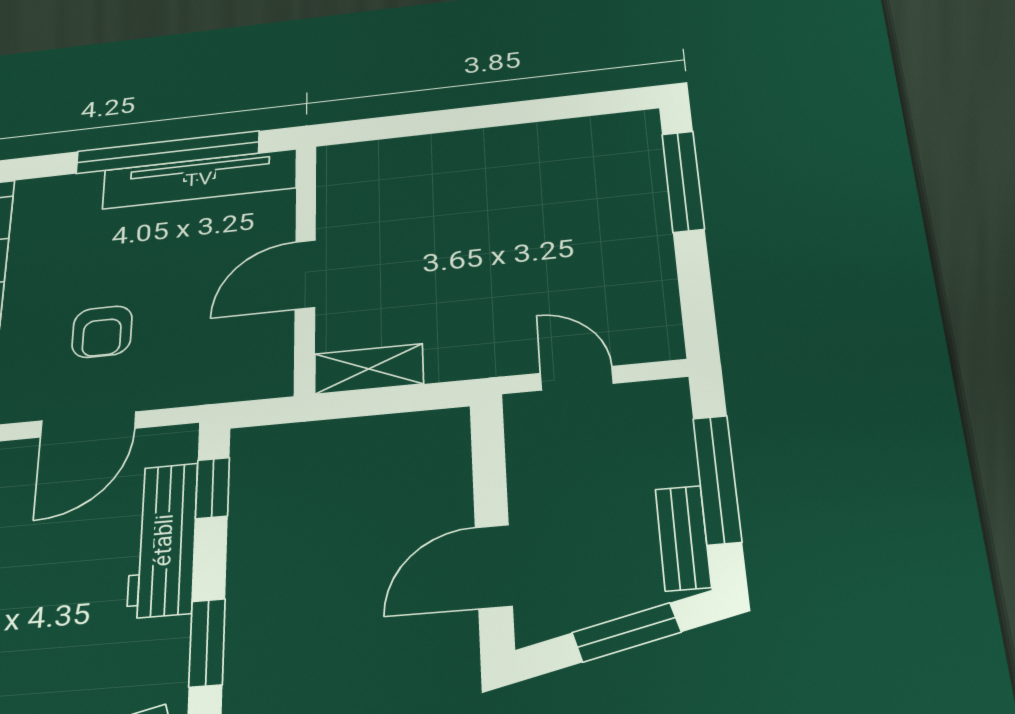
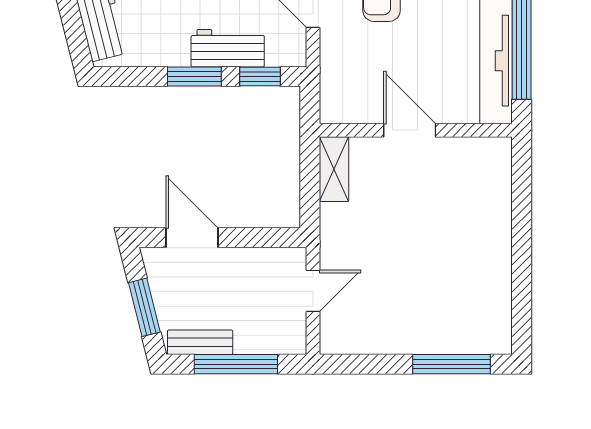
workbench: (163, 540) -> (228, 48), width x0.73
window: (207, 643) -> (194, 77), moved

